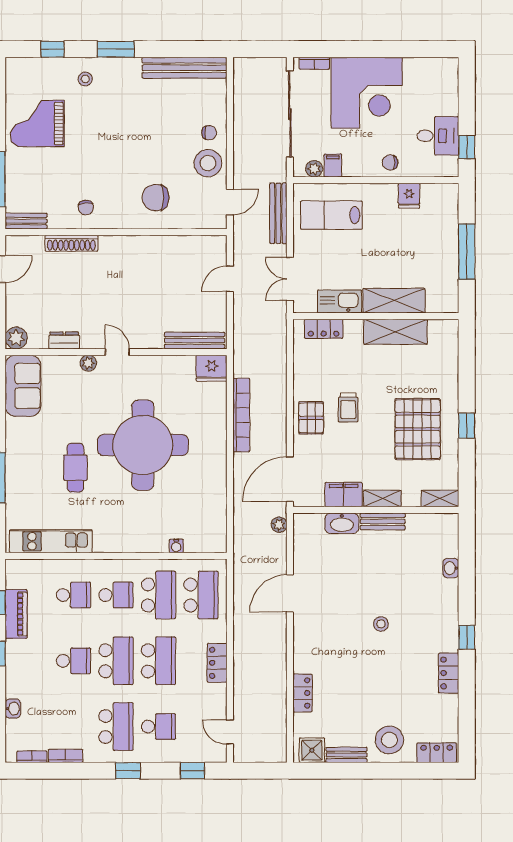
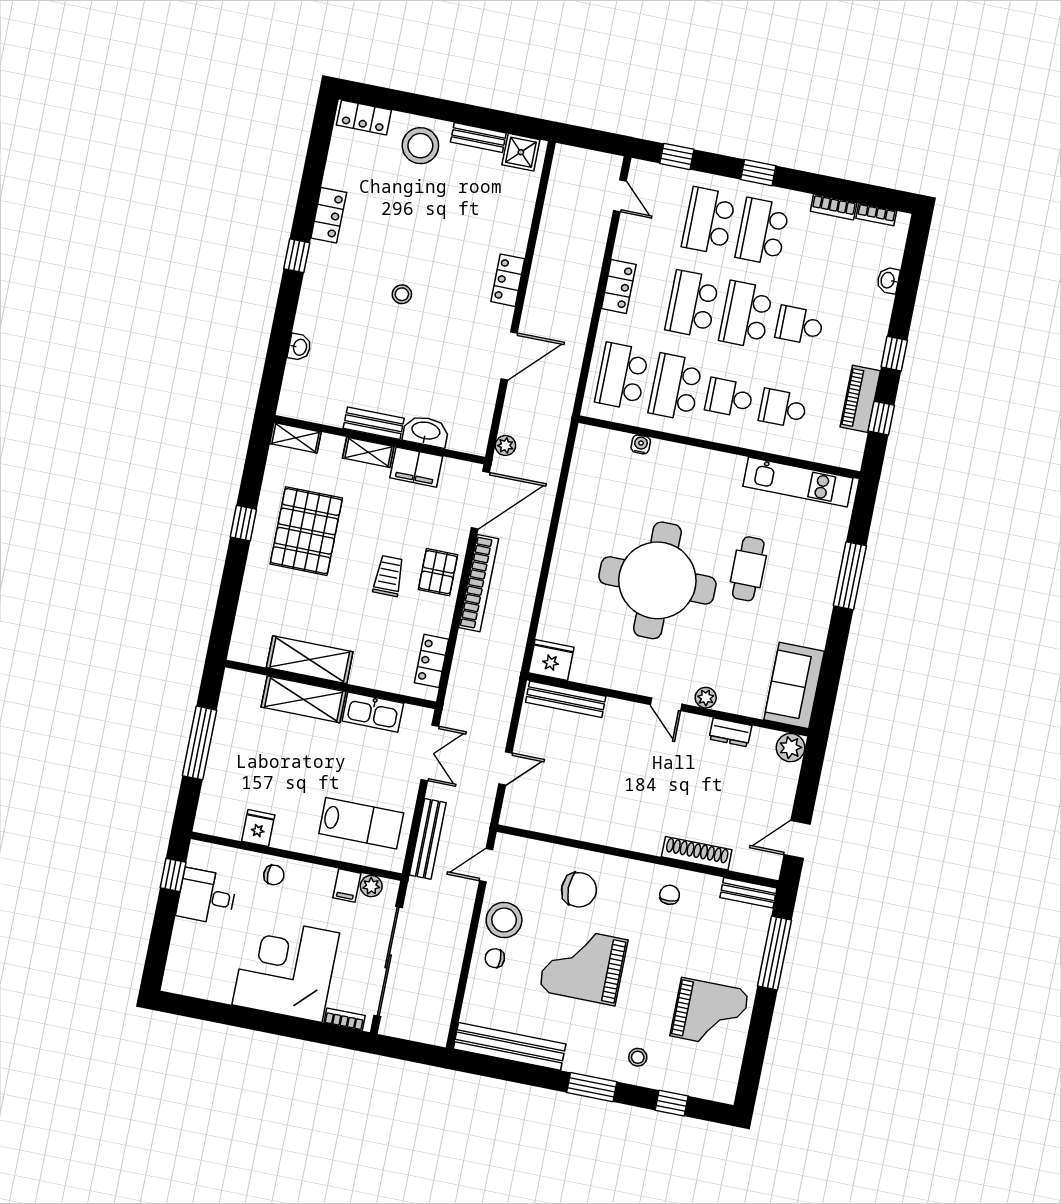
grand piano: (141, 141) -> (583, 965), added
locker: (324, 329) -> (431, 661), moved, turned -90
bookcase: (241, 415) -> (479, 583), moved, turned 180
locker: (302, 693) -> (508, 280), moved
school desk: (158, 727) -> (709, 221), width x1.85

